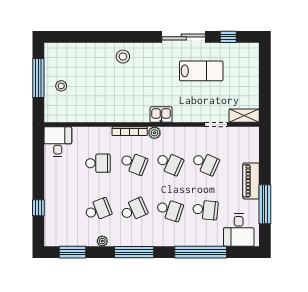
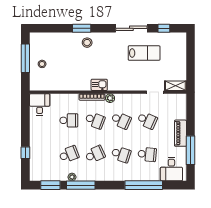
window: (115, 37) -> (82, 28), added
kitchen sink: (161, 115) -> (99, 85), moved
window: (134, 252) -> (81, 185), moved

